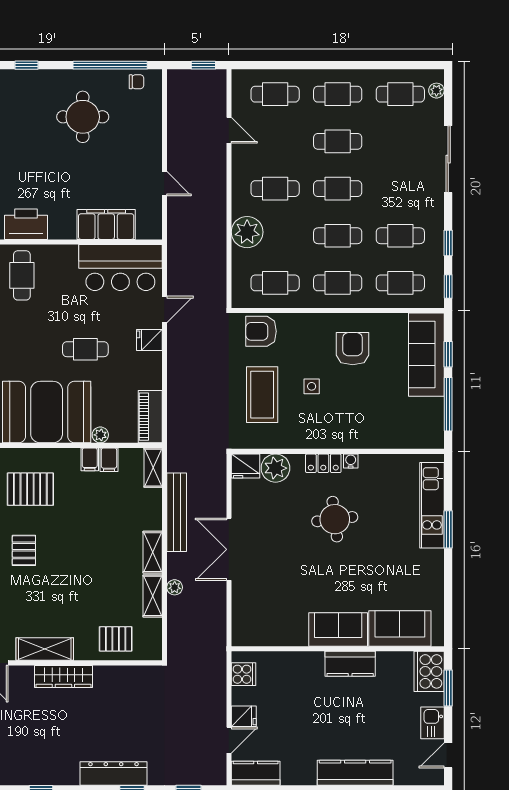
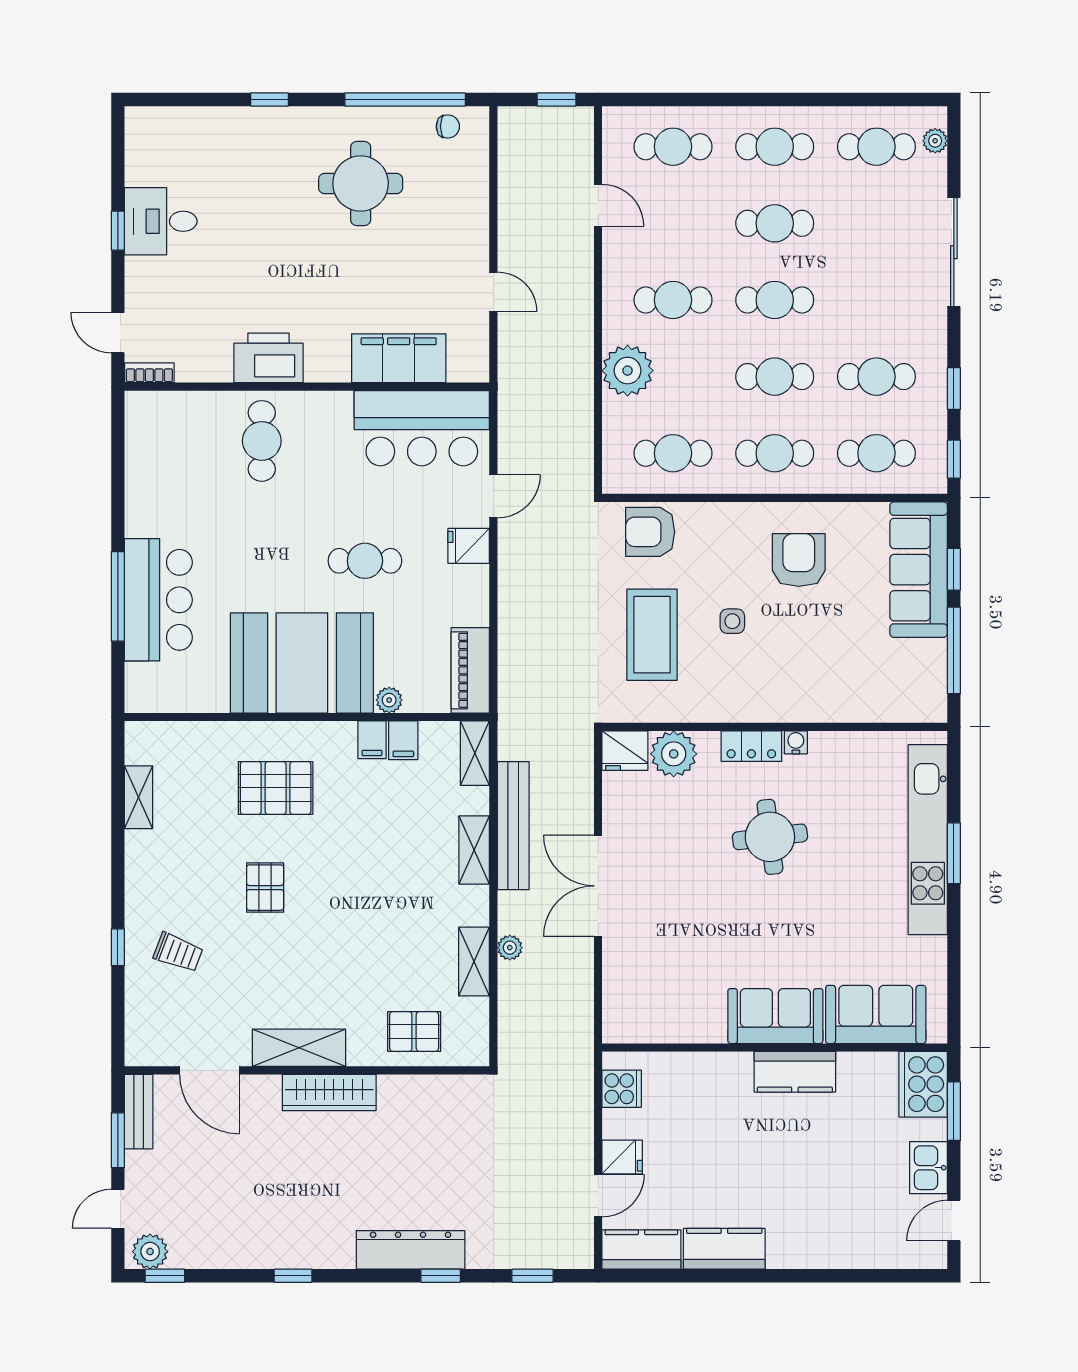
kitchen unit: (432, 505) -> (928, 840), width x1.36
shelving: (153, 552) -> (474, 850), moved
kitchen counter: (355, 773) -> (724, 1249), moved, width x0.67

